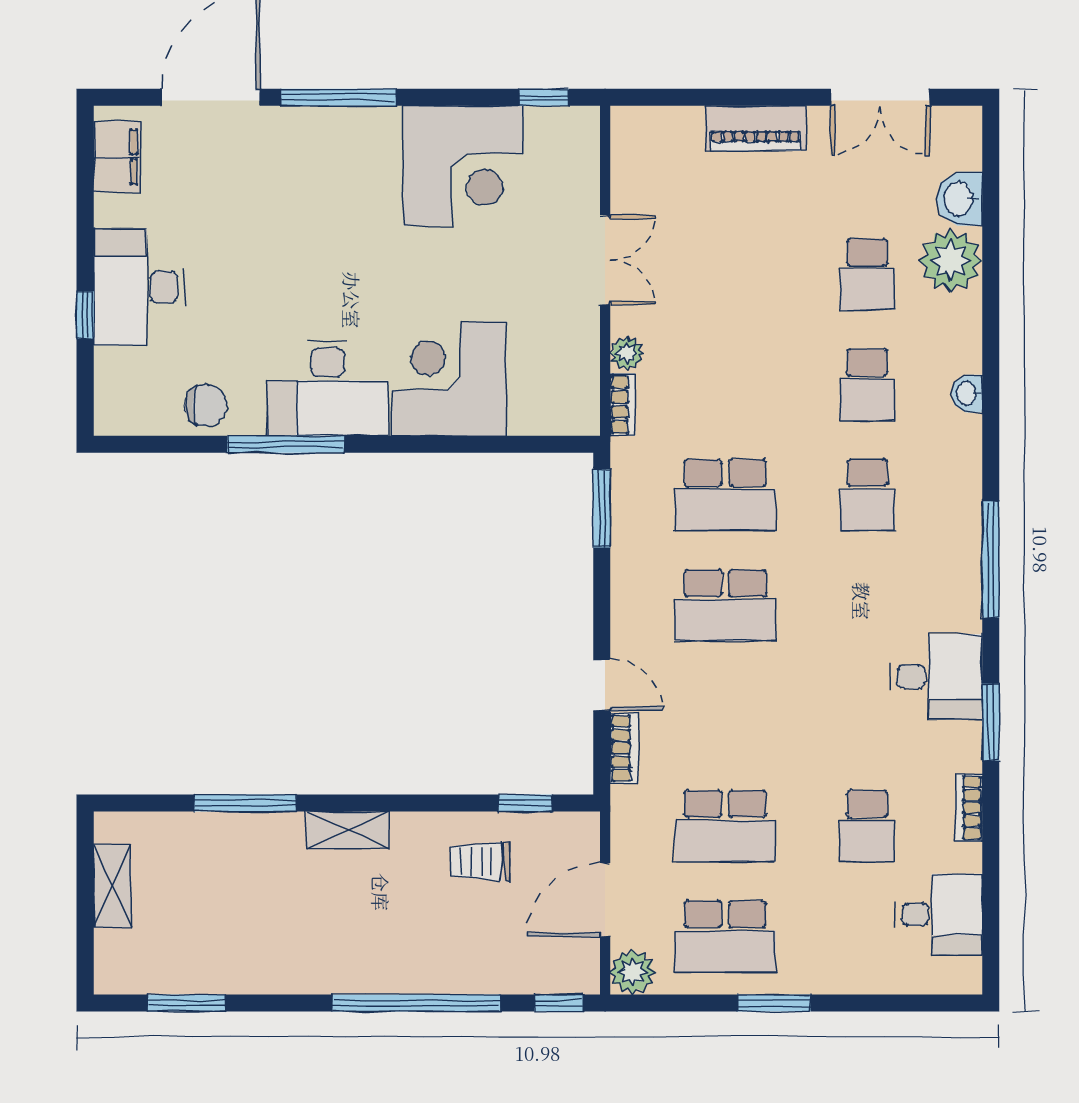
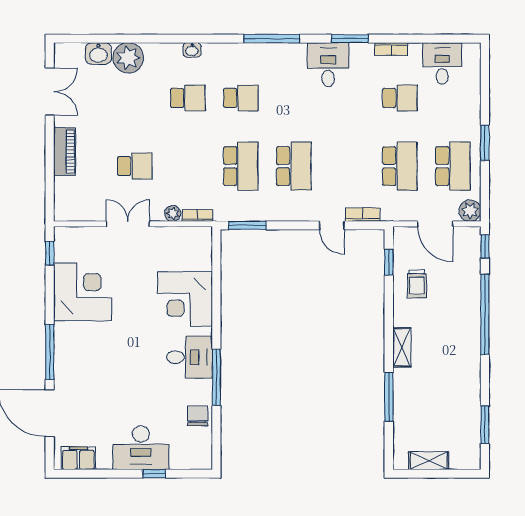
school desk: (867, 274) -> (135, 166), moved
desk: (328, 388) -> (190, 357), width x0.73
door: (602, 685) -> (332, 225), swing flipped

